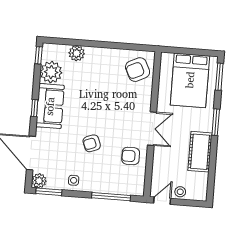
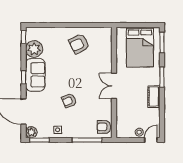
plant: (77, 53) -> (52, 33), removed
armchair: (138, 70) -> (79, 44), moved
double door: (152, 129) -> (114, 86), swing flipped
cot: (200, 152) -> (154, 97), width x0.73, depth x0.75
armchair: (131, 156) -> (104, 127), moved
door: (162, 201) -> (151, 140), moved

